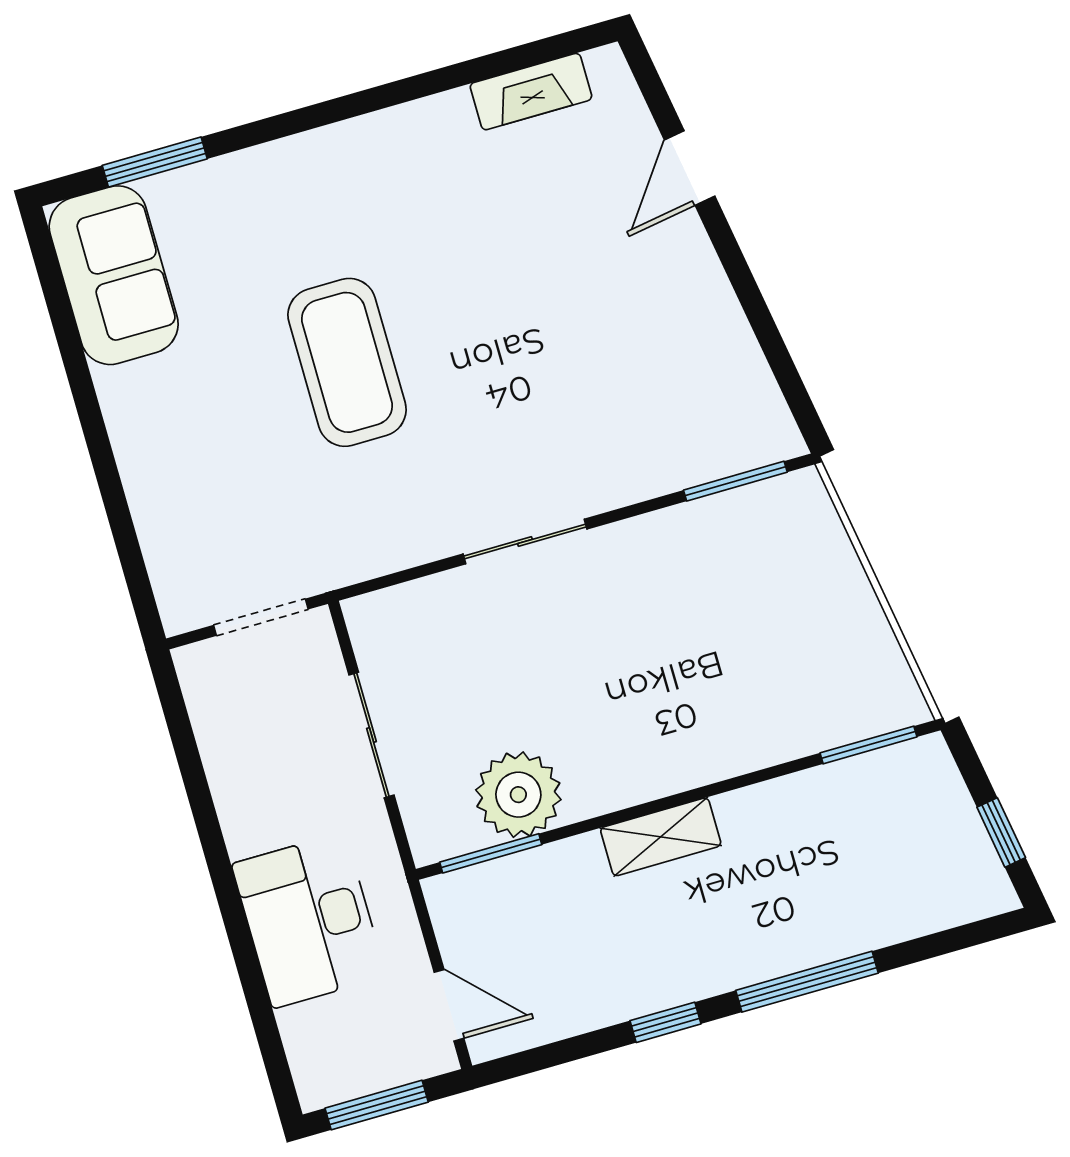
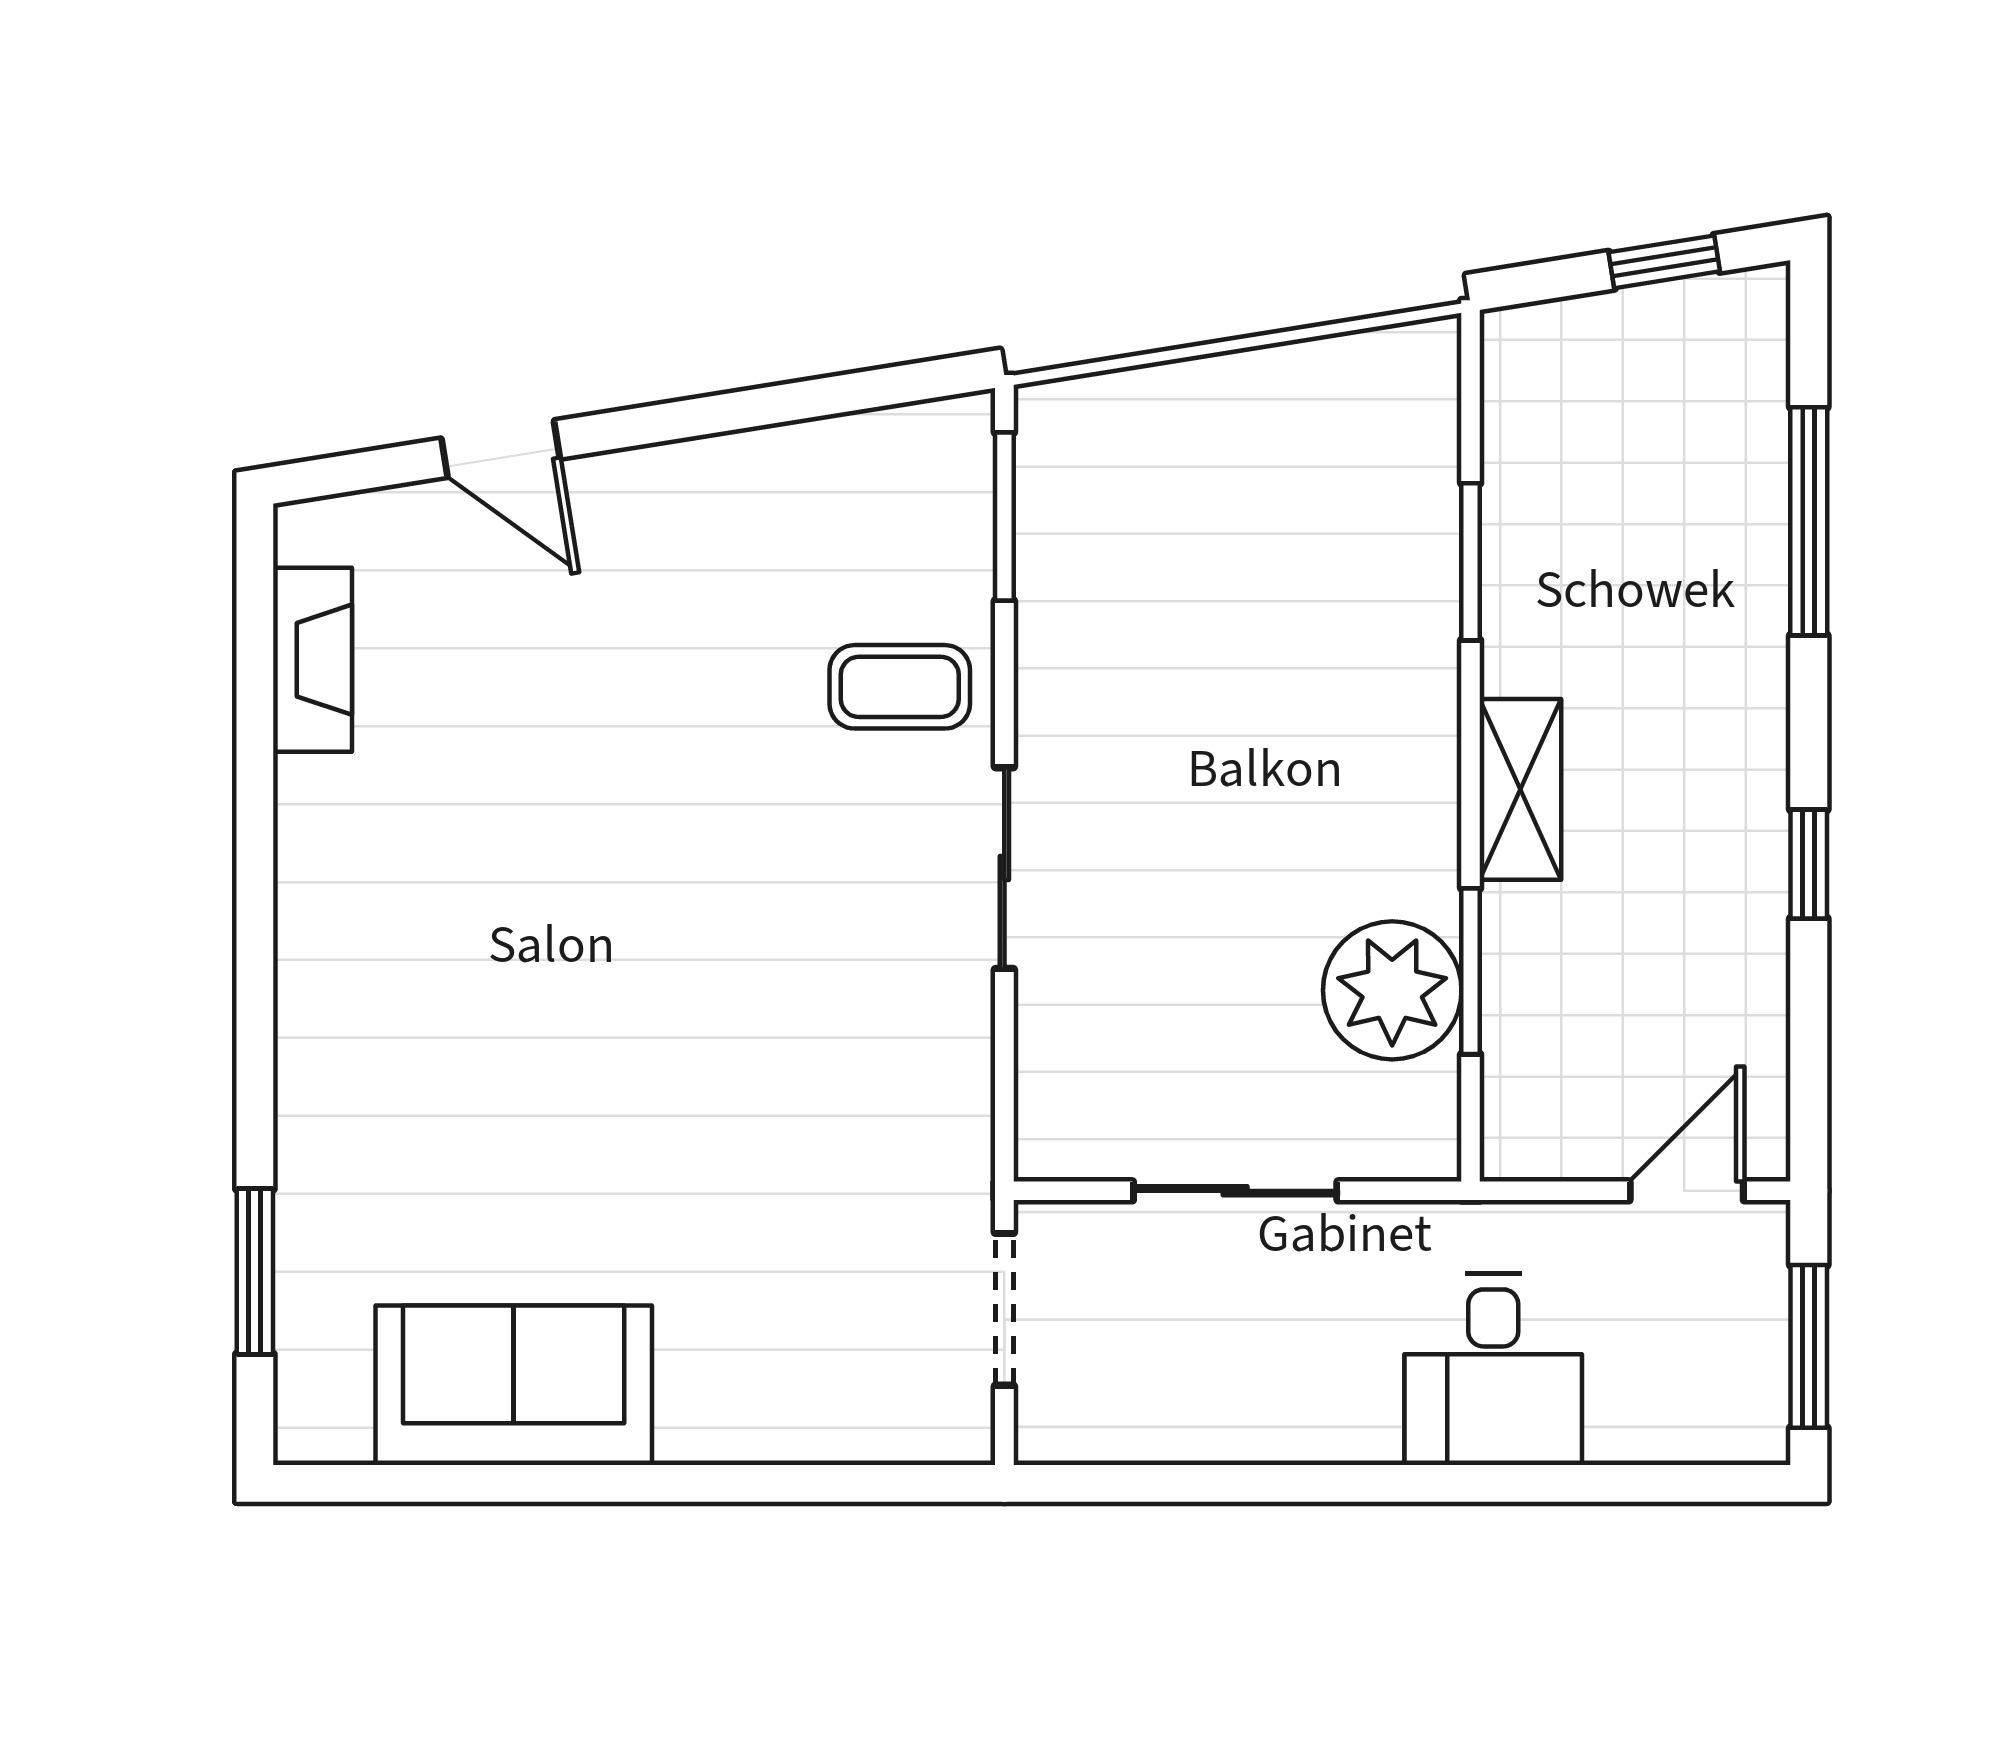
sofa: (114, 275) -> (514, 1385), moved
coffee table: (347, 362) -> (900, 687), moved, width x0.54, depth x0.58
window: (869, 745) -> (1471, 562), moved
window: (491, 853) -> (1471, 971), moved
desk: (309, 920) -> (1493, 1370), width x0.73
window: (807, 982) -> (1809, 521), moved

